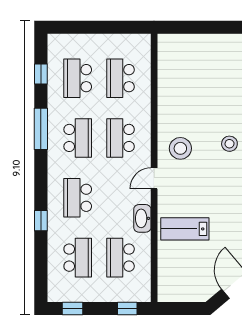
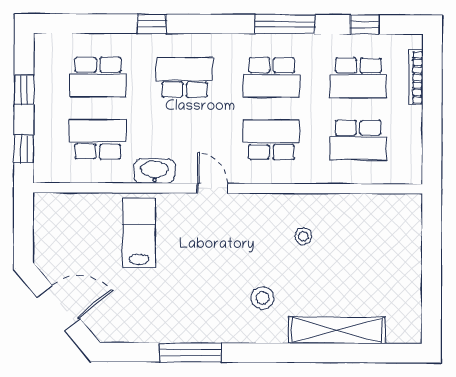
bookcase: (77, 39) -> (416, 78), added
school desk: (78, 78) -> (358, 78), turned 180
school desk: (120, 78) -> (358, 140), turned 180
stool: (180, 148) -> (303, 236), moved, width x0.53, depth x0.53
window: (73, 309) -> (24, 90), moved

